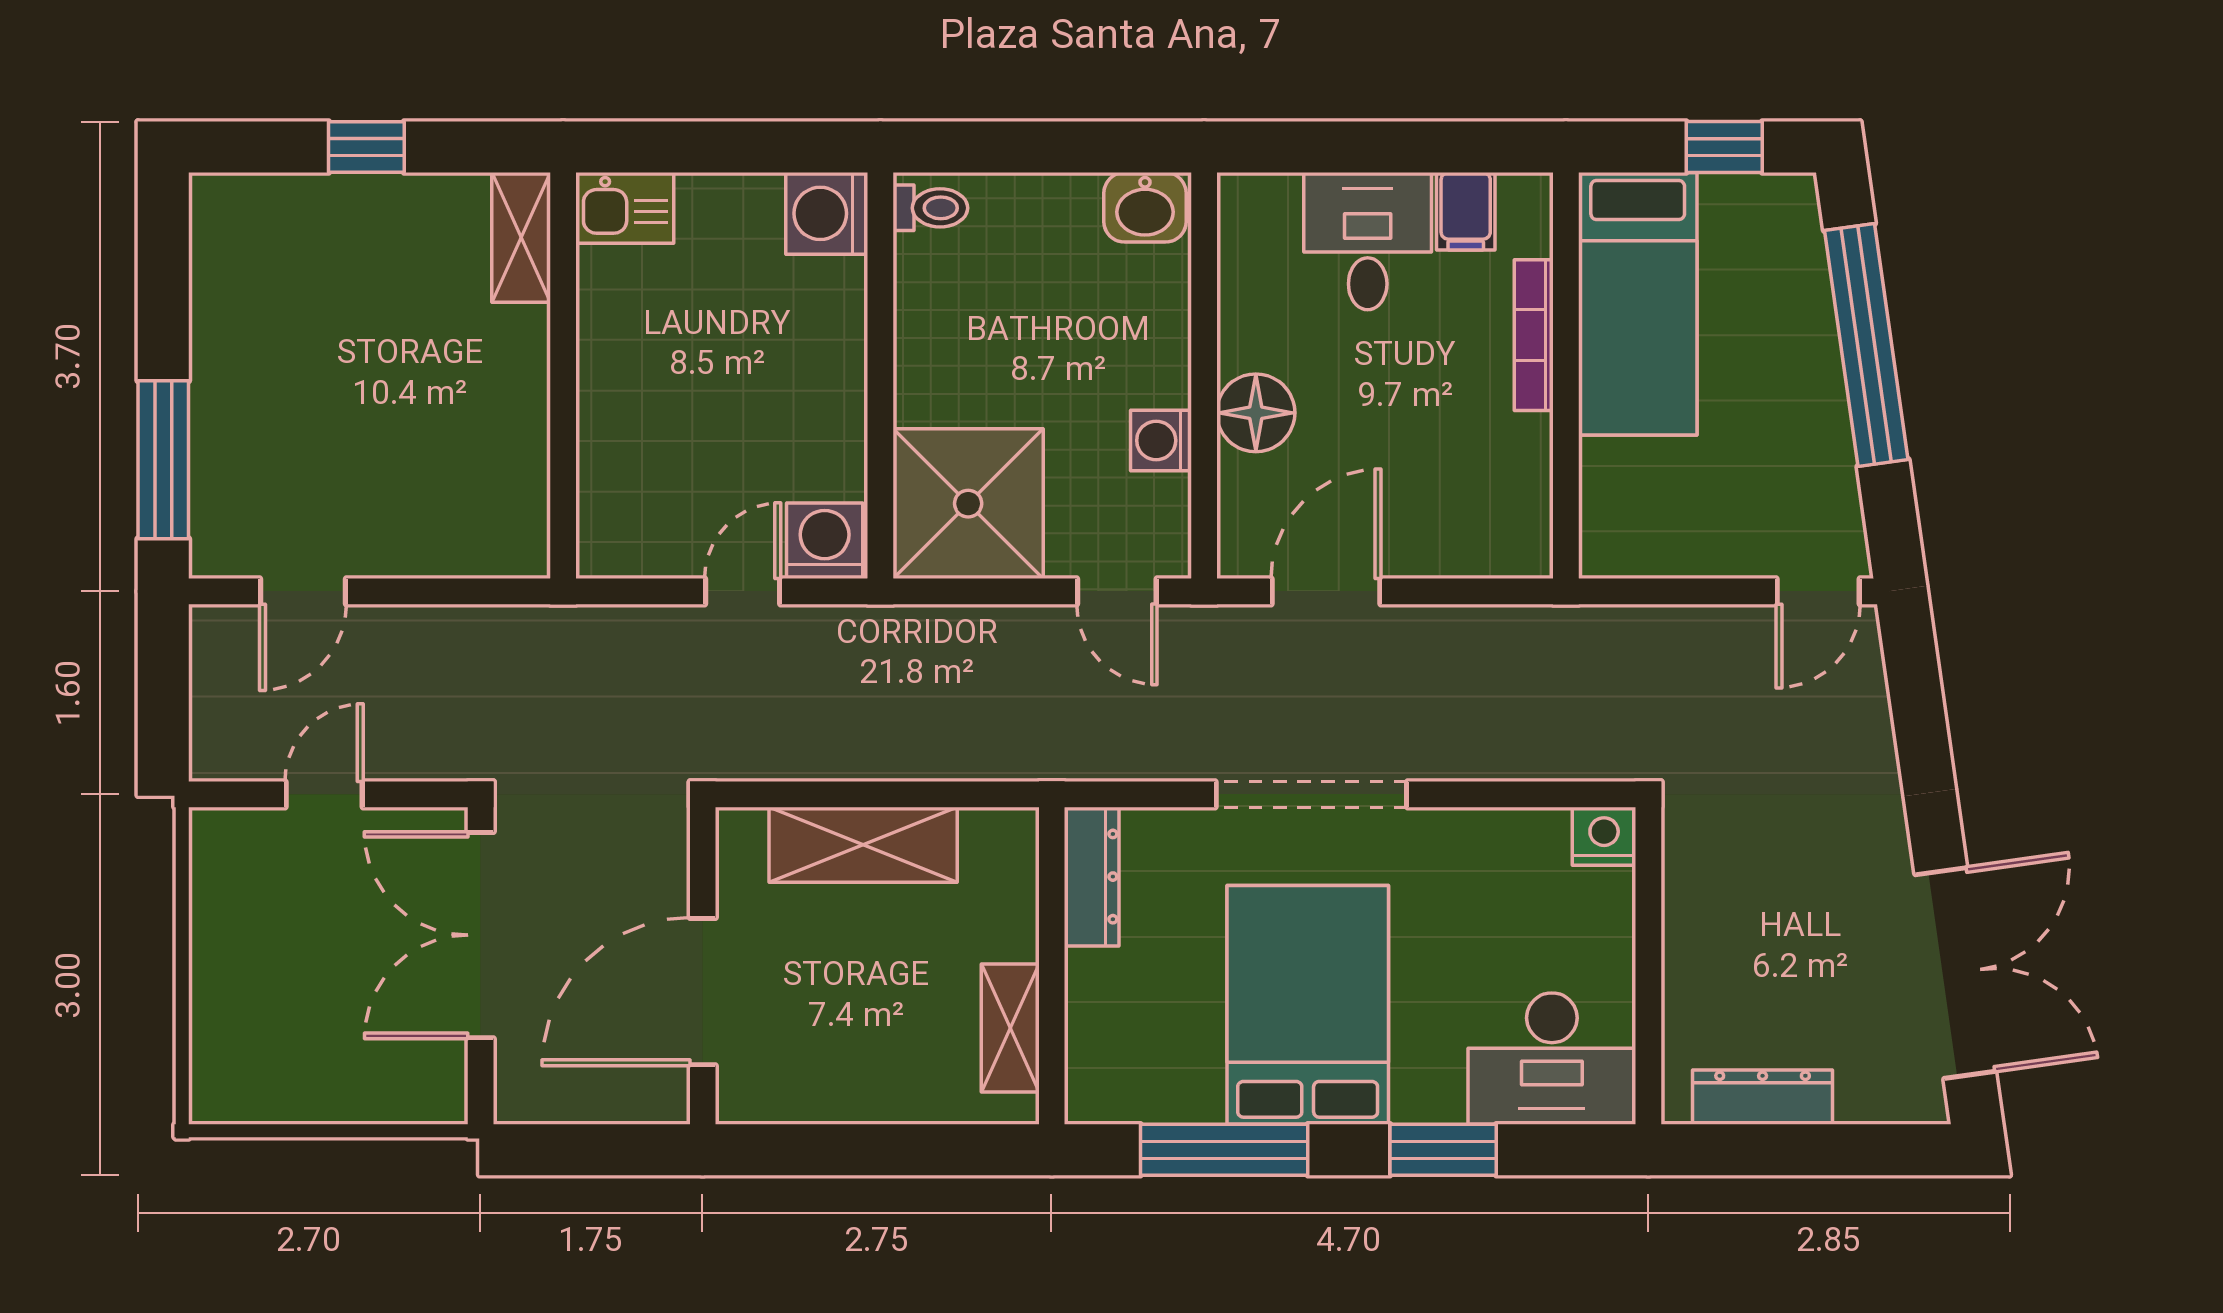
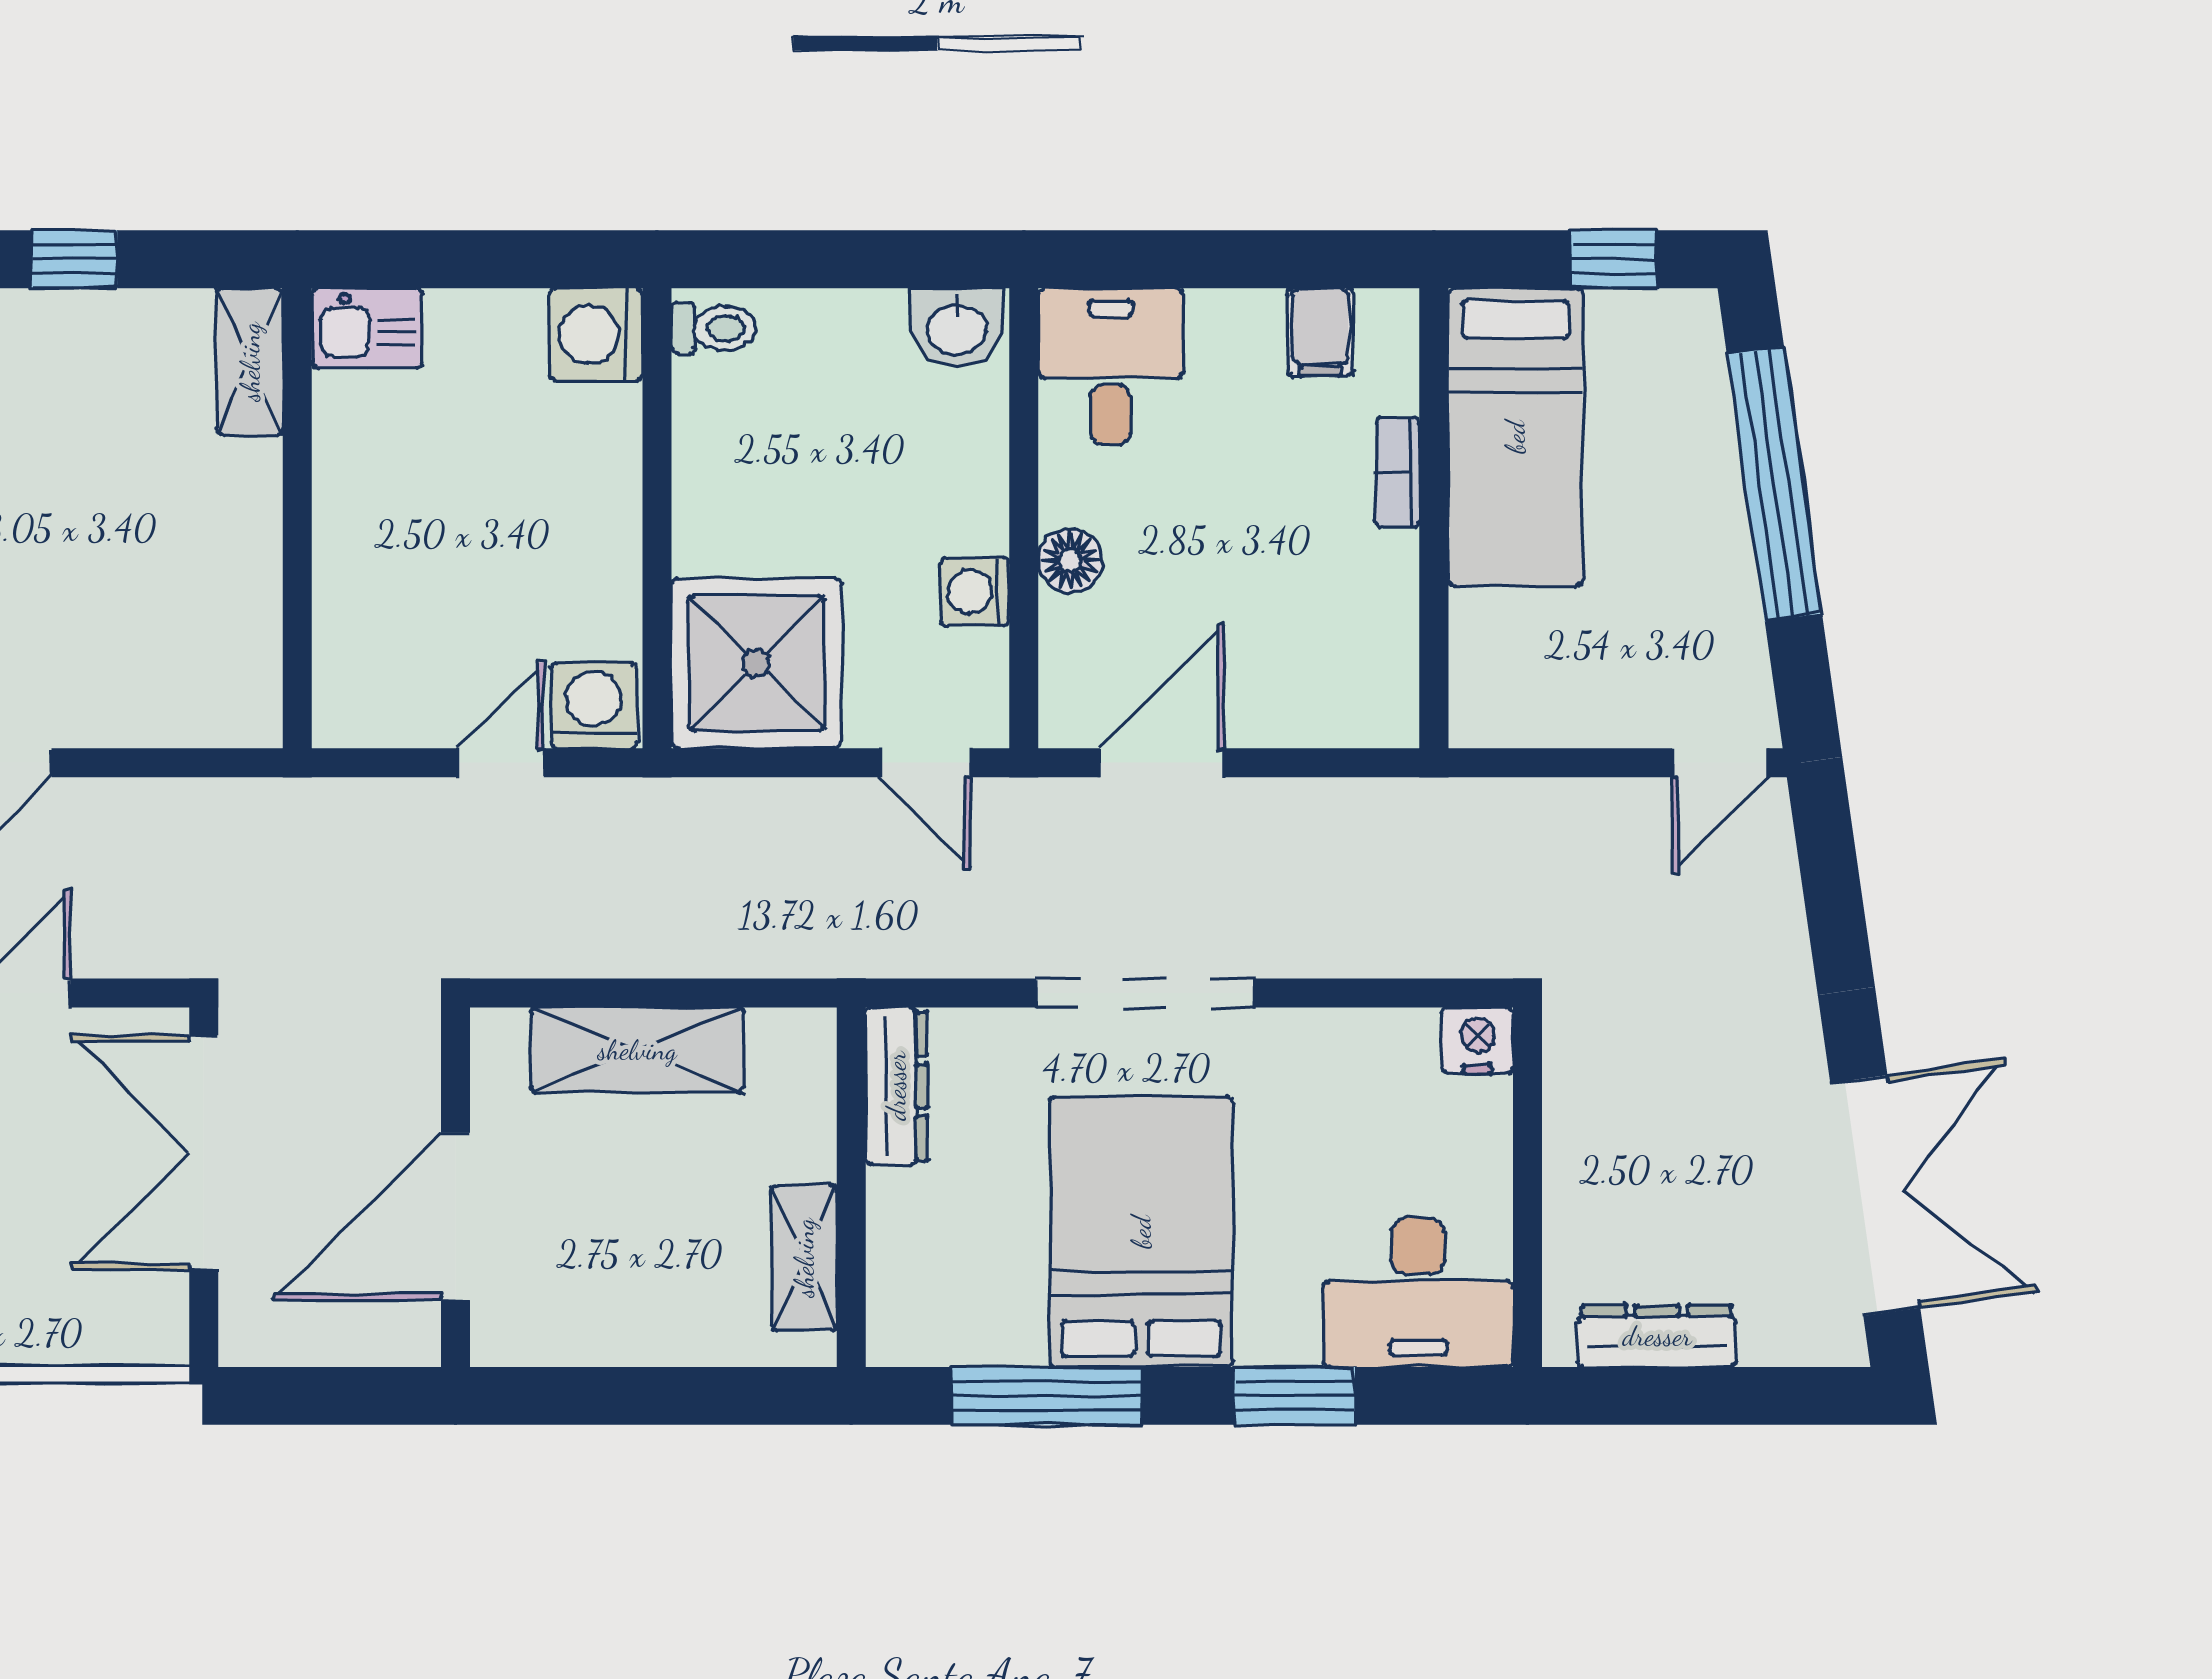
desk: (1368, 241) -> (1110, 366), moved
bookcase: (1534, 335) -> (1398, 472), width x0.64
floor lamp: (1256, 413) -> (1070, 560), width x0.73, depth x0.73

